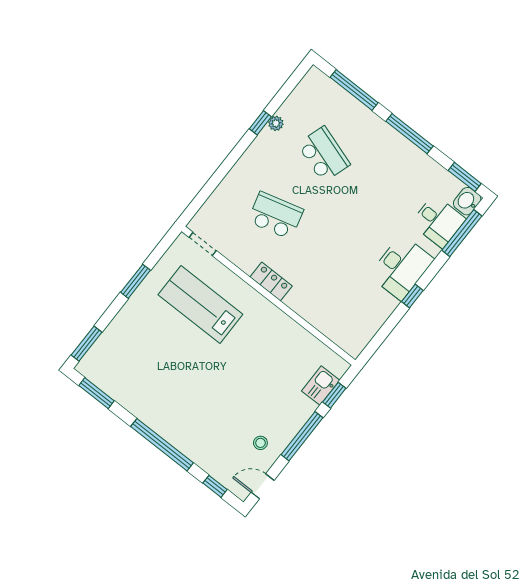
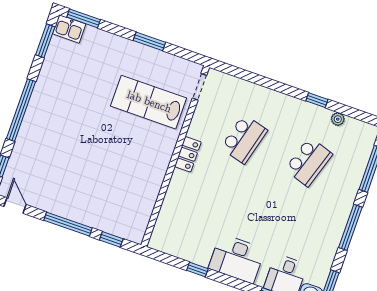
plant: (276, 123) -> (338, 119), moved
school desk: (276, 215) -> (244, 139), turned 30
window: (412, 296) -> (197, 269), moved
lab bench: (200, 305) -> (149, 102), turned -90
kitchen sink: (321, 386) -> (69, 29), moved, turned 180
stool: (260, 443) -> (50, 191), removed

